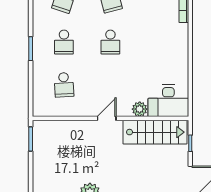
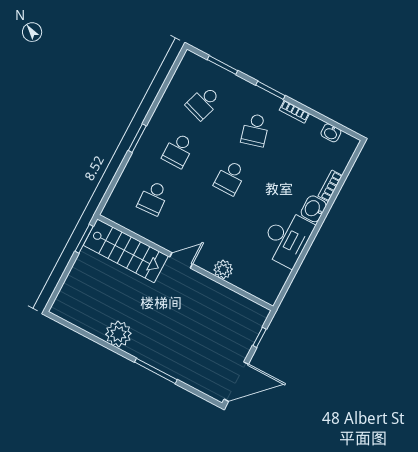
washbasin: (181, 33) -> (314, 209), added
desk: (168, 101) -> (287, 238), moved, turned -90
stairs: (155, 132) -> (126, 251), moved

